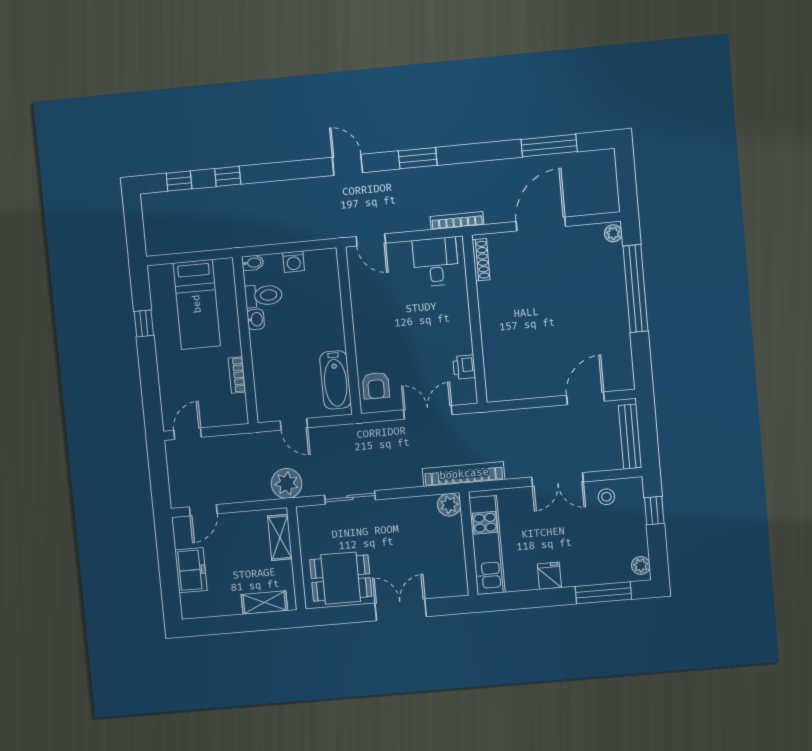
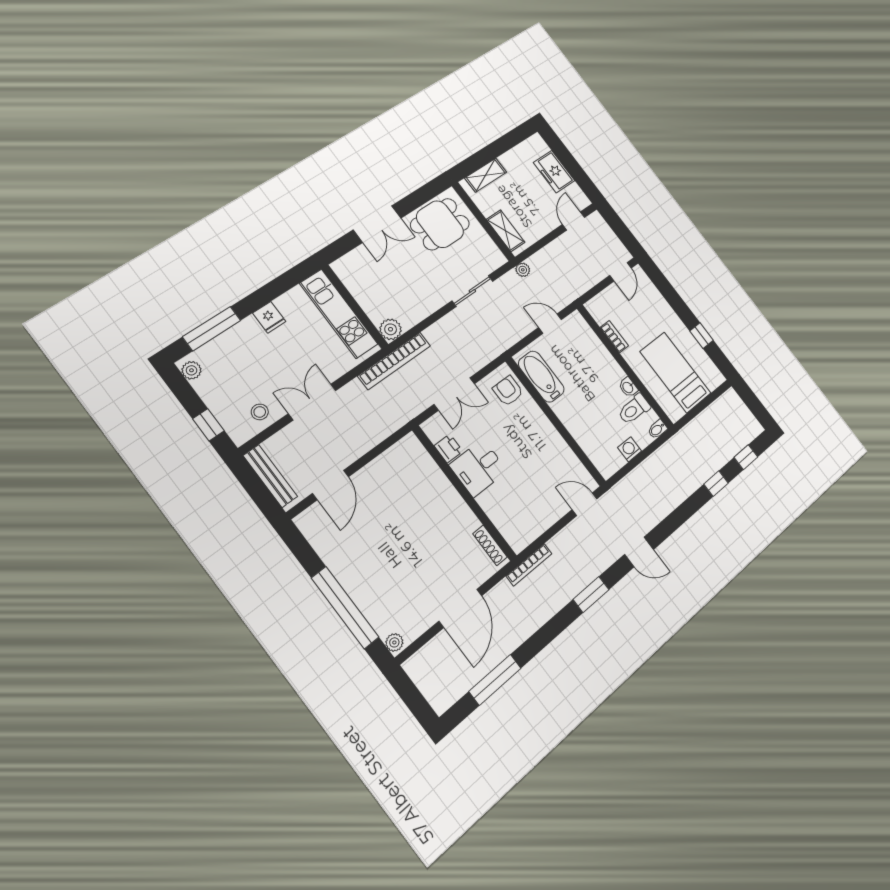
desk: (436, 262) -> (478, 468), moved, turned 90
plant: (287, 483) -> (523, 270), width x0.53, depth x0.53

